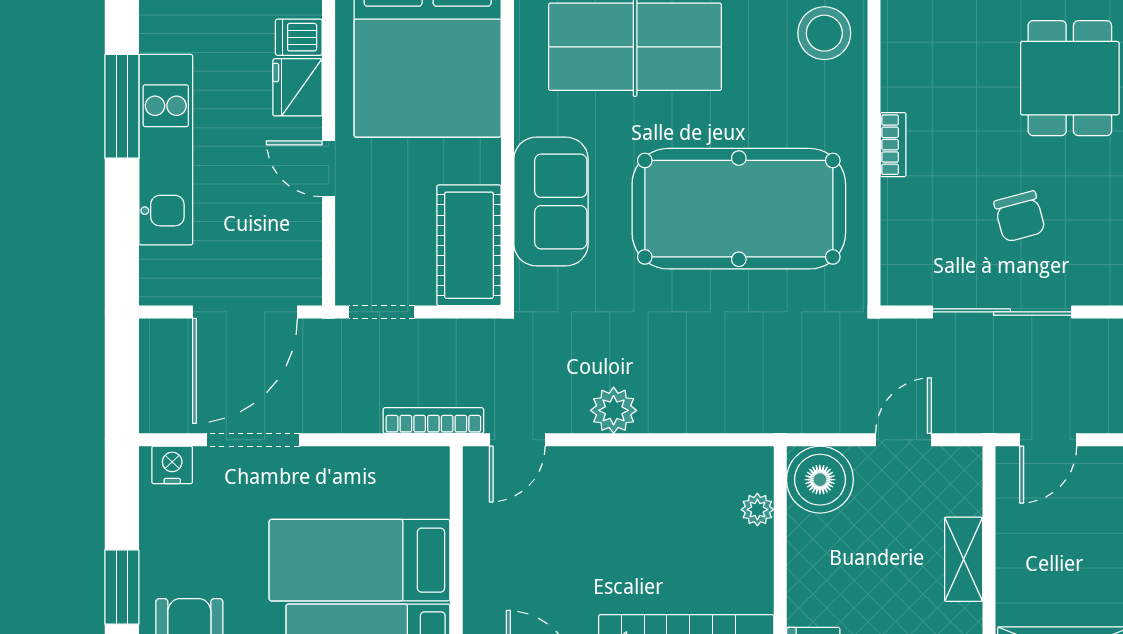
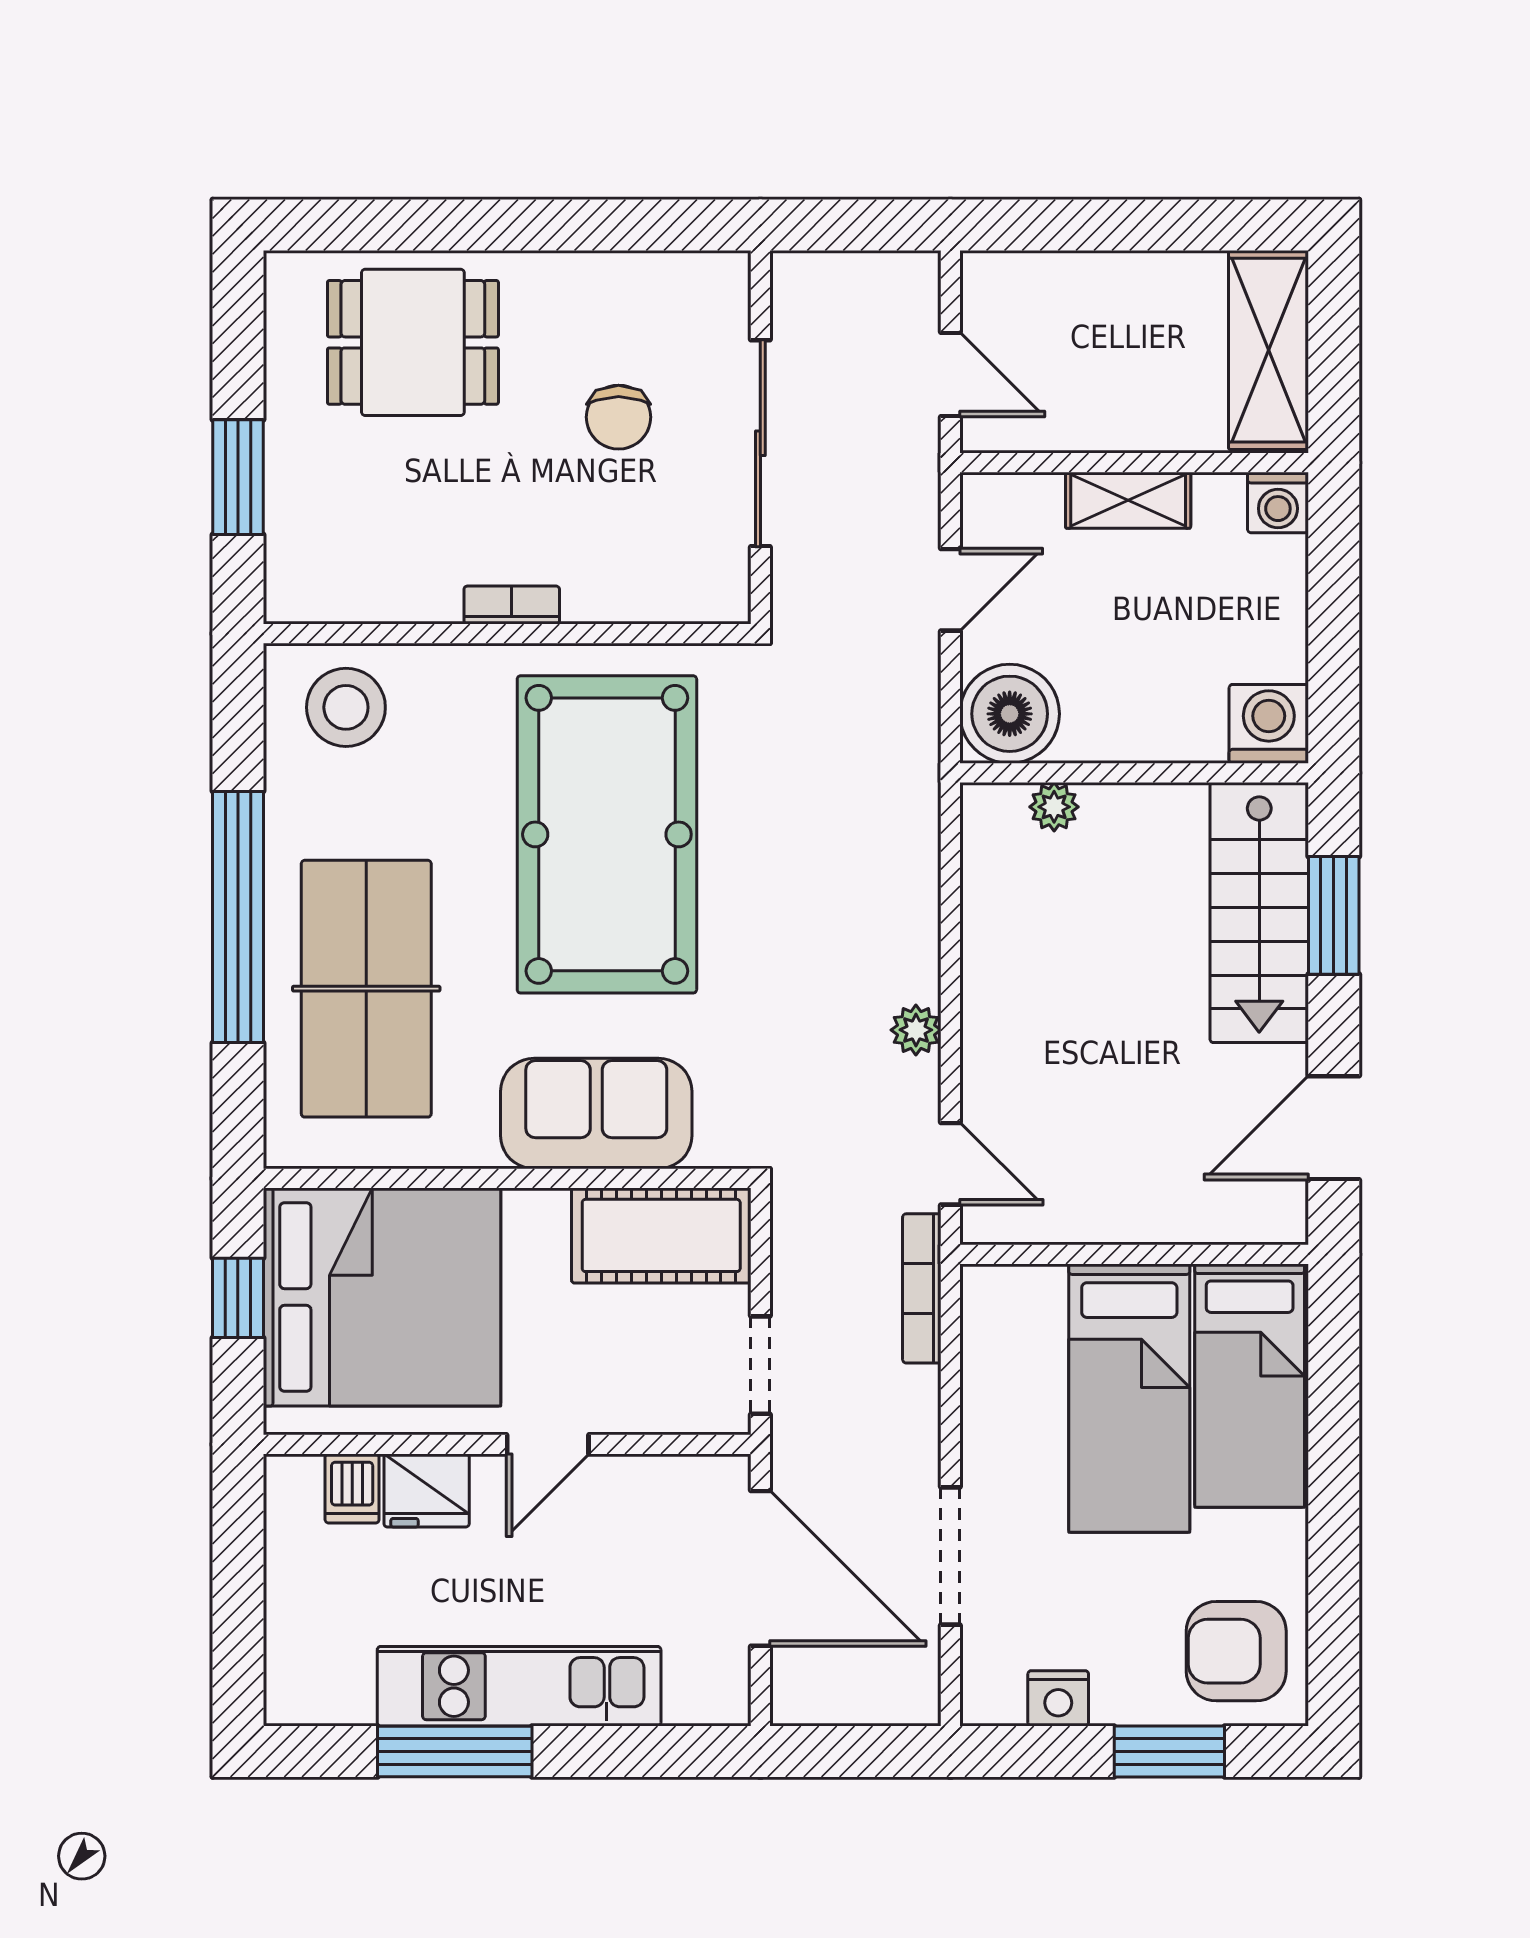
chair: (1020, 216) -> (619, 417), turned 105
plant: (614, 410) -> (916, 1030), width x0.73, depth x0.73
door: (903, 440) -> (950, 590), swing flipped
nightstand: (172, 465) -> (1058, 1698), moved, turned -90

